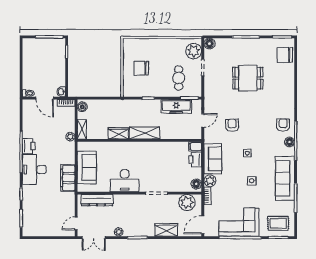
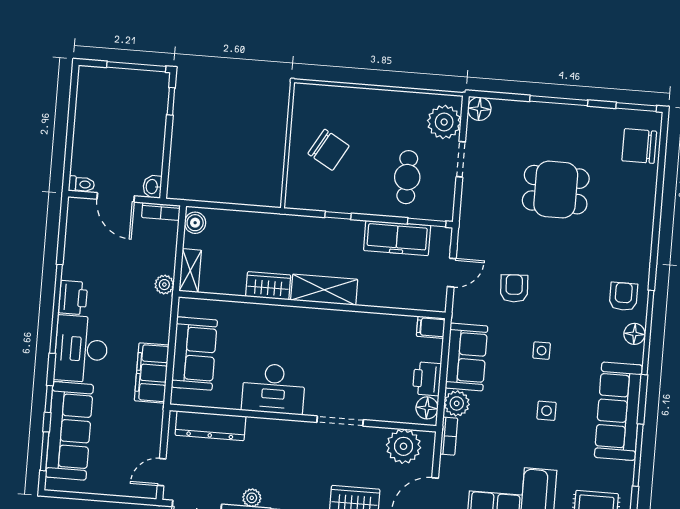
chair: (141, 68) -> (329, 150), turned -150
printer: (195, 160) -> (427, 379), moved
sofa: (32, 208) -> (69, 431), added

